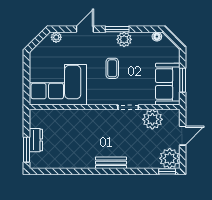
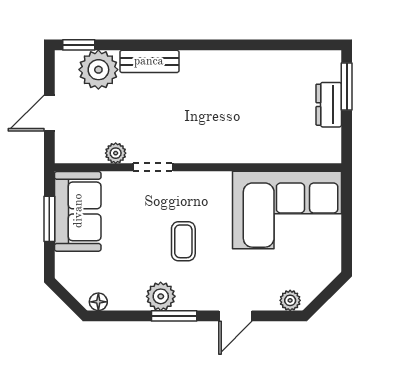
plant: (152, 119) -> (116, 153), width x0.53, depth x0.53
plant: (170, 158) -> (98, 70), moved
bench: (111, 163) -> (149, 61), moved

